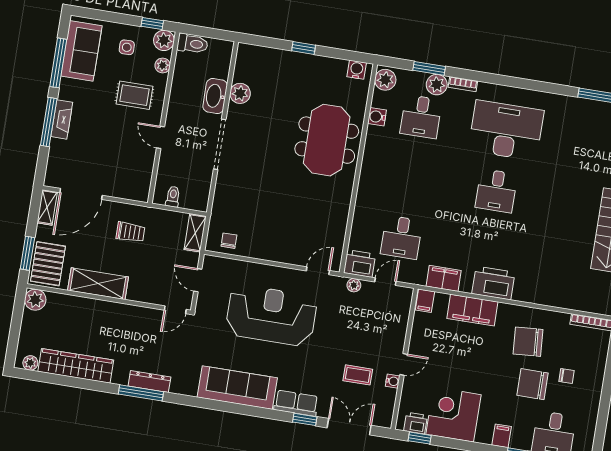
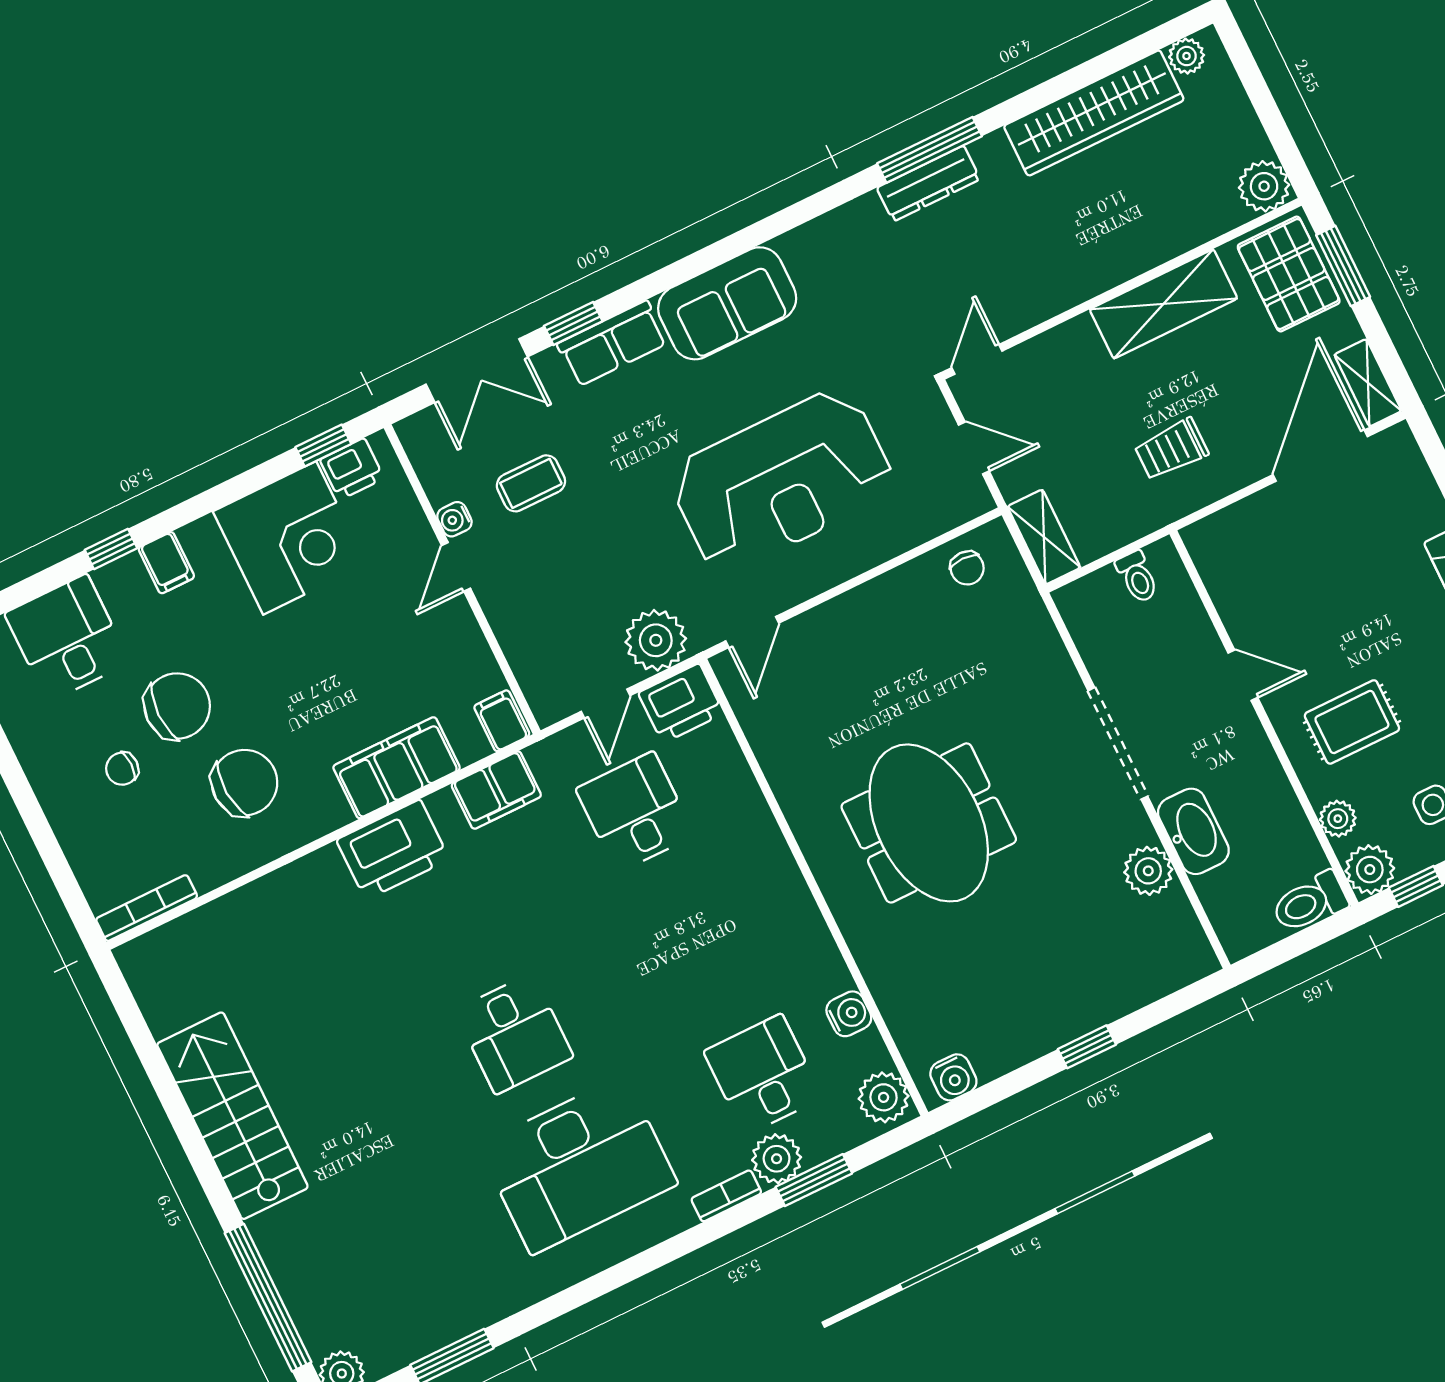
meeting table: (327, 140) -> (929, 823), moved
desk: (496, 191) -> (514, 1034), turned 180
plant: (354, 285) -> (656, 640), width x1.88, depth x1.88
sofa: (237, 388) -> (727, 303), width x0.73

